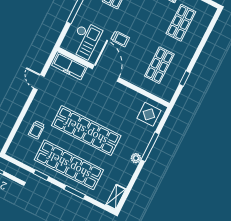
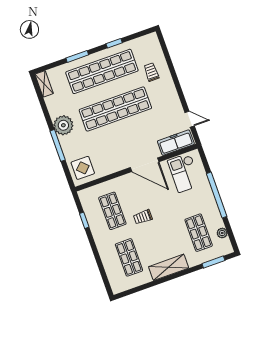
trolley: (120, 39) -> (143, 217), moved
door: (39, 82) -> (190, 119), moved
plant: (136, 158) -> (63, 125), width x1.88, depth x1.88

